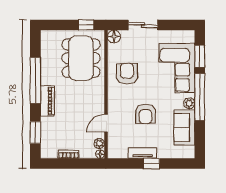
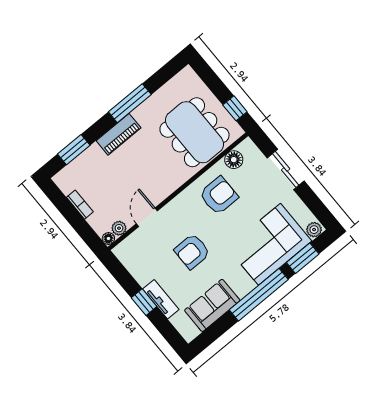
floor lamp: (114, 37) -> (234, 160), moved
dining table: (81, 58) -> (194, 132), turned 90
window: (35, 80) -> (130, 103), width x0.68
plant: (189, 103) -> (314, 230), moved
door: (106, 123) -> (147, 217), hinge flipped
tv unit: (143, 153) -> (161, 299), moved

